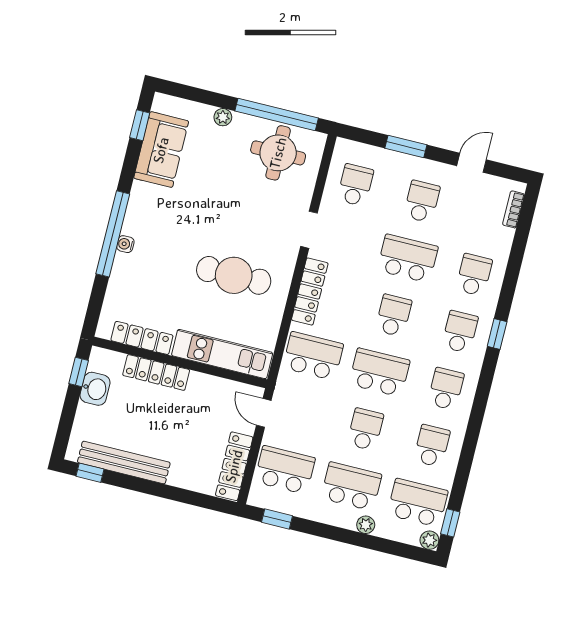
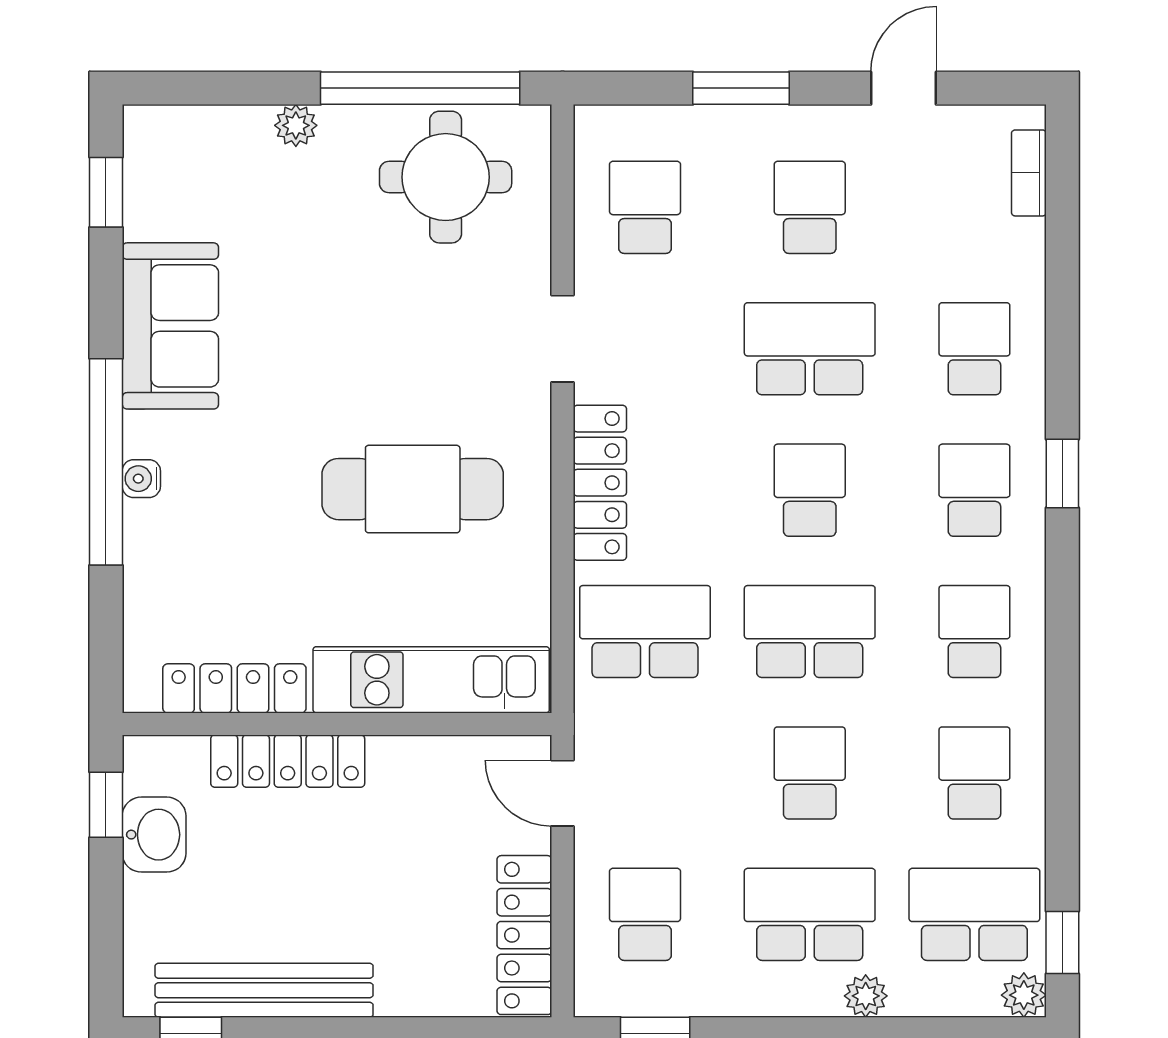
sofa: (161, 150) -> (170, 326), moved
school desk: (285, 470) -> (645, 914), width x0.54

